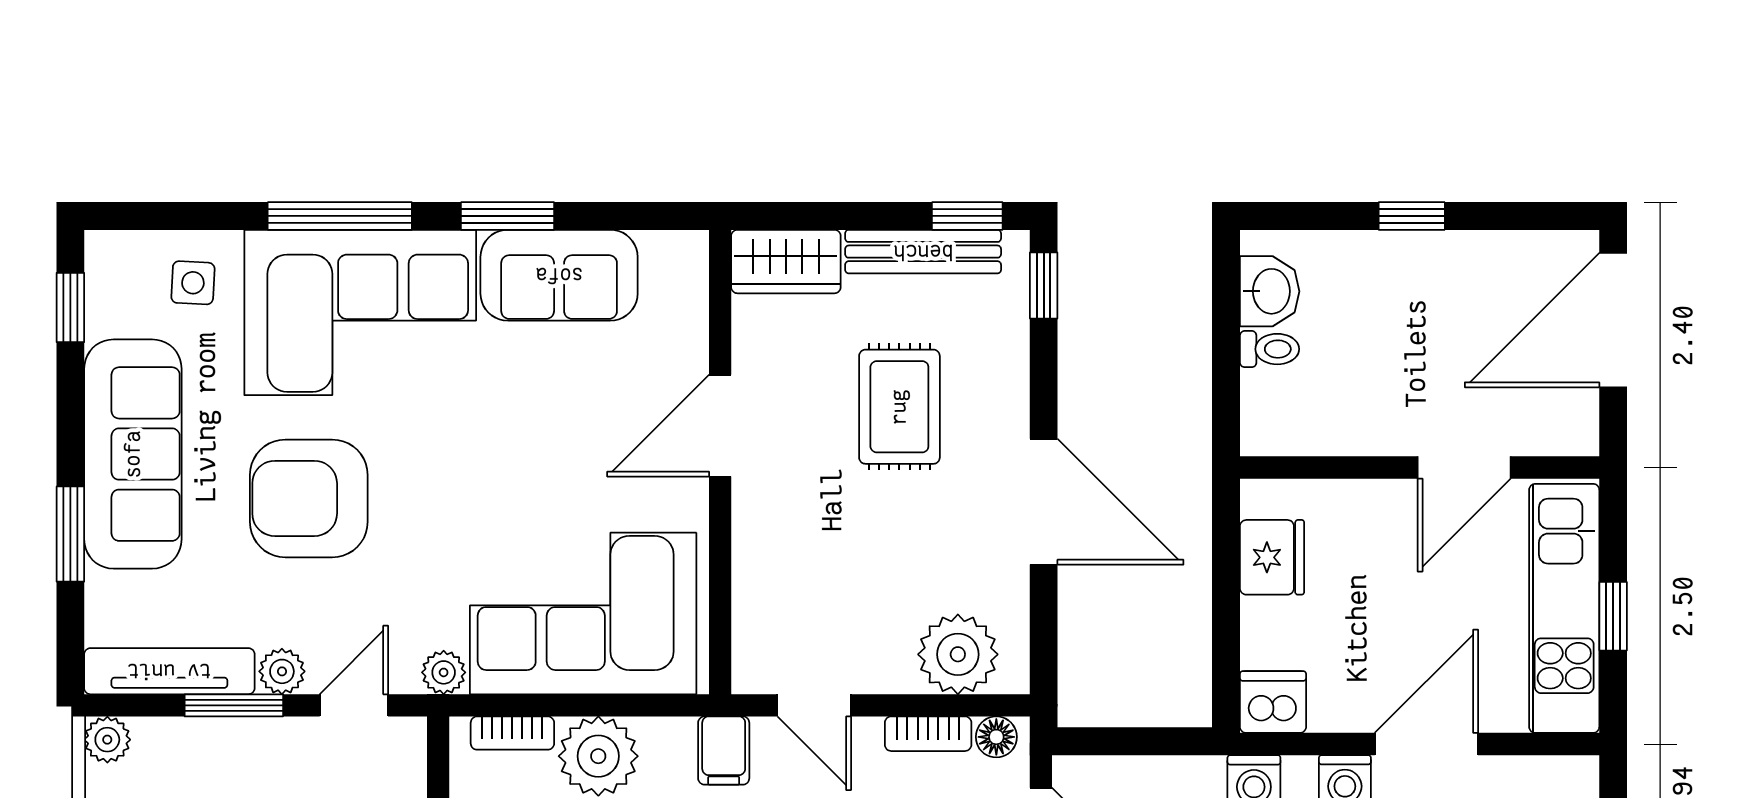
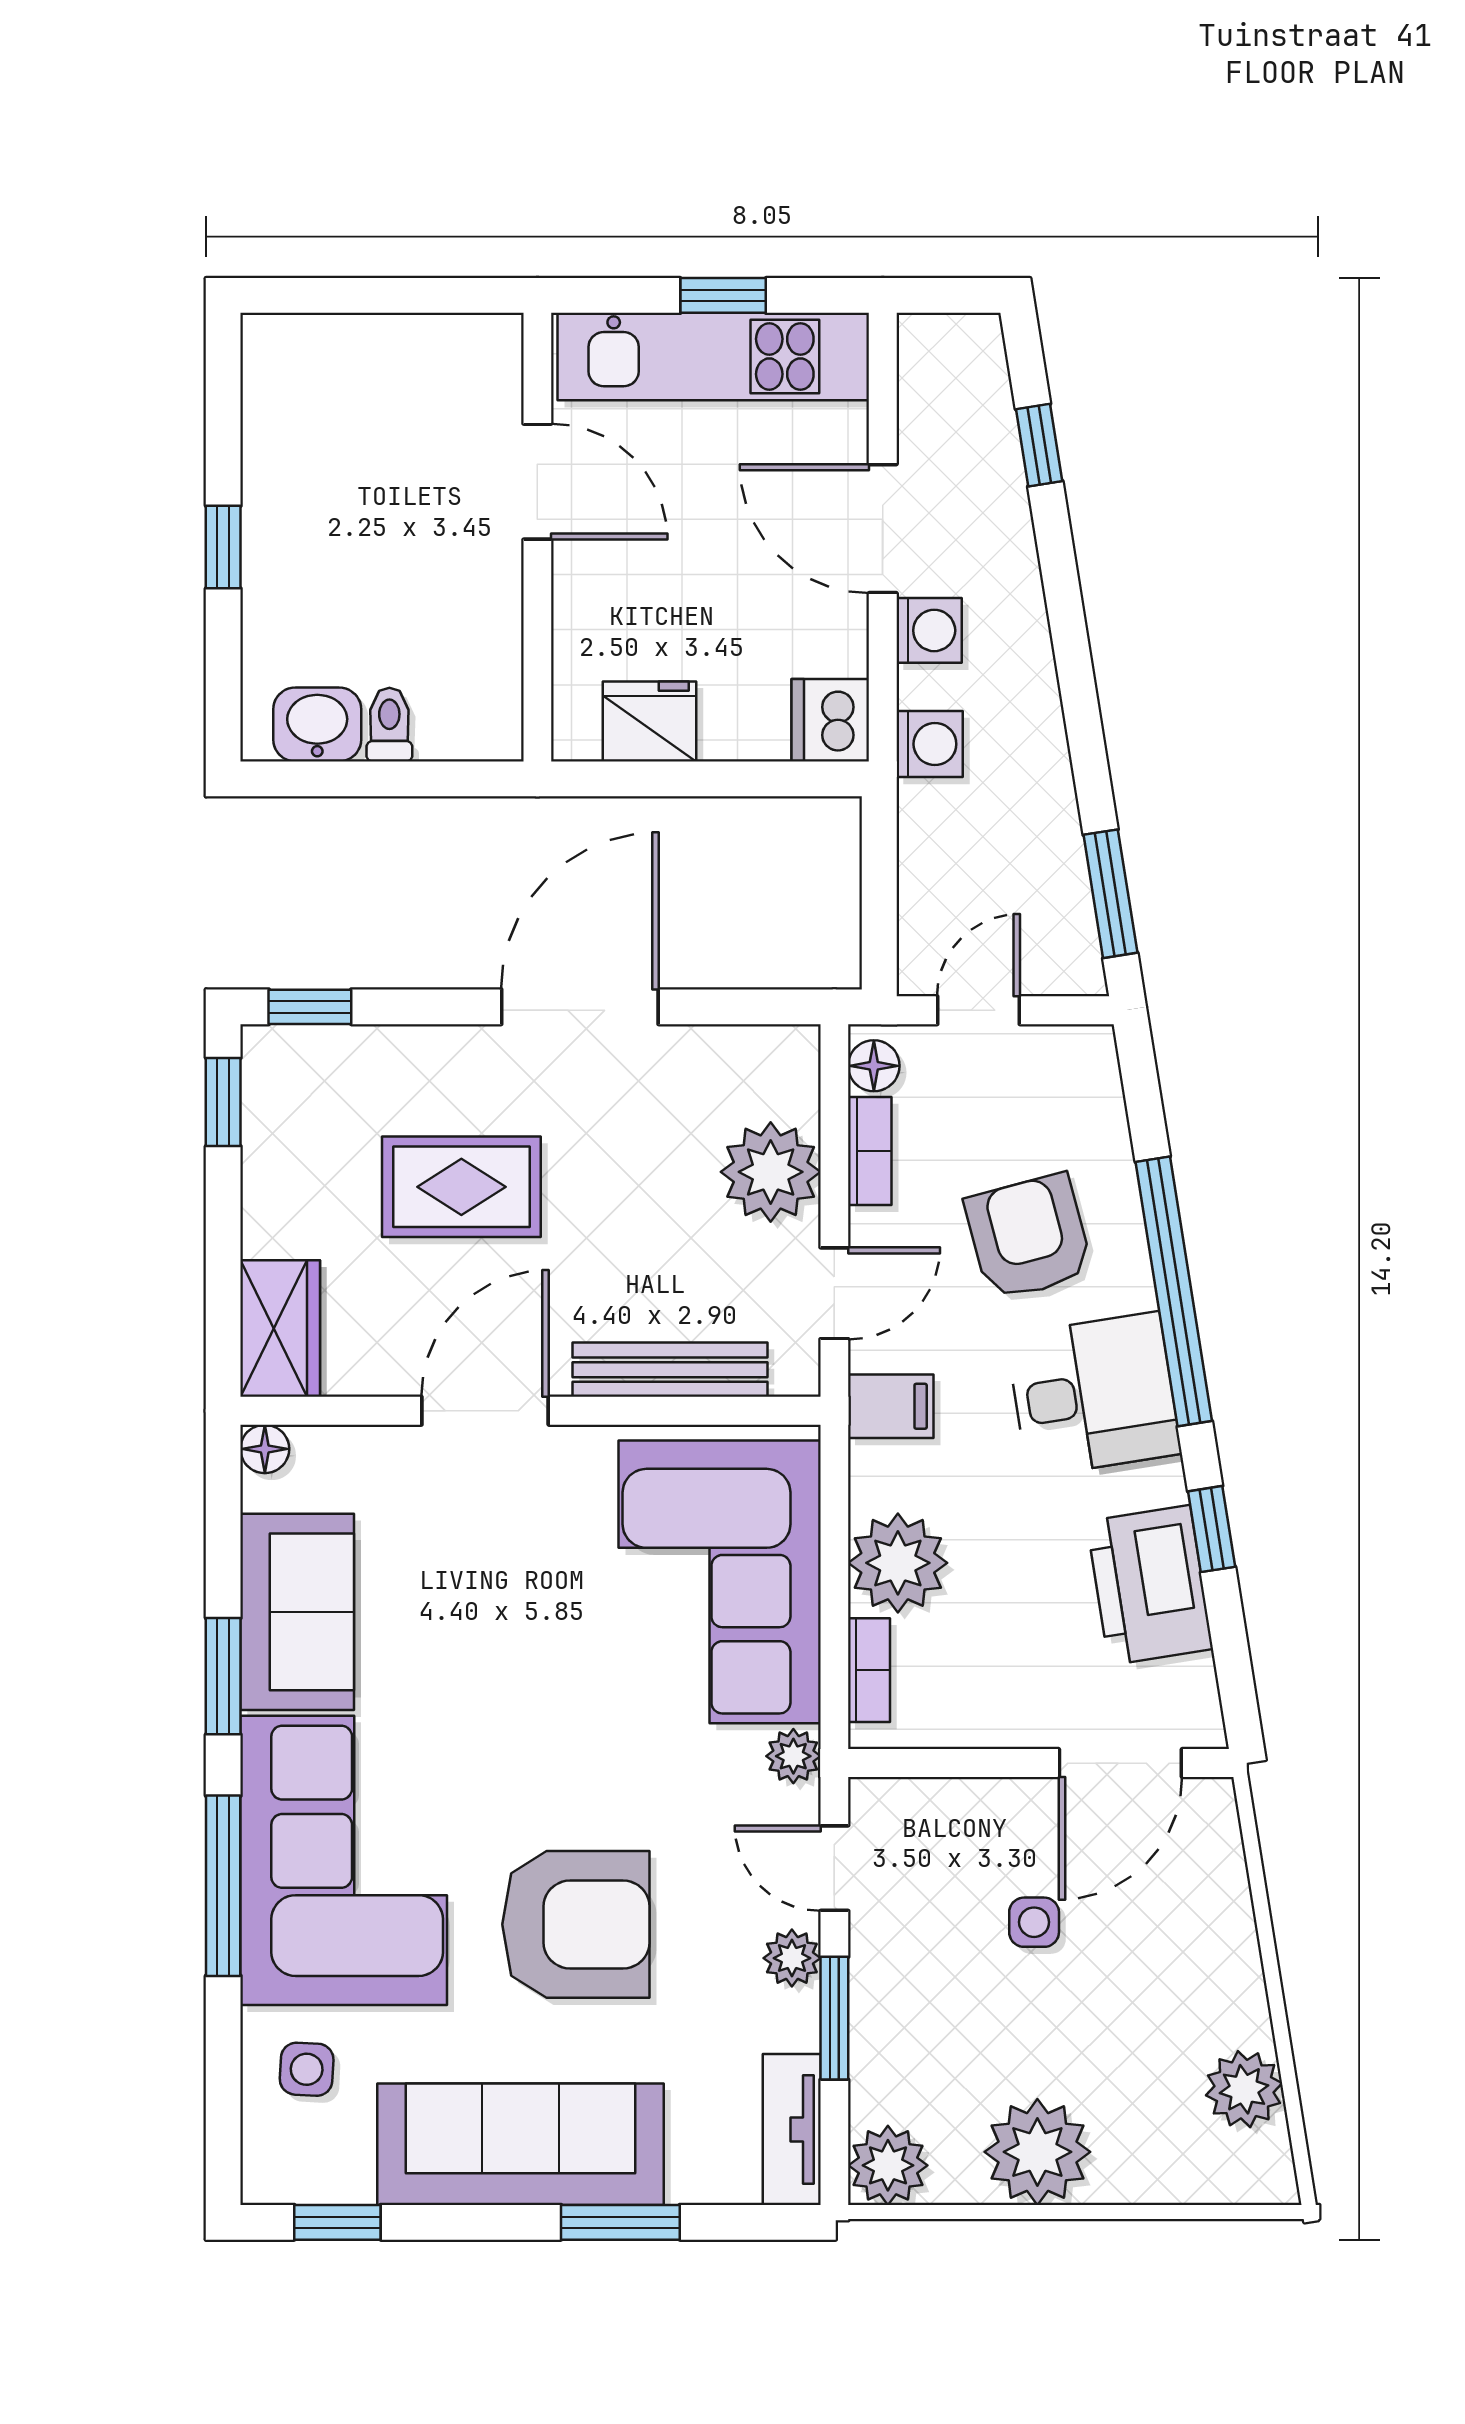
floor lamp: (690, 249) -> (265, 1449), added
bench: (923, 252) -> (670, 1370), moved, turned 90
door: (1613, 320) -> (353, 295), removed
door: (720, 426) -> (485, 1411), swing flipped
armchair: (309, 498) -> (576, 1924), turned -90
plant: (958, 654) -> (771, 1172), moved
tv unit: (169, 671) -> (792, 2129), width x0.71
plant: (107, 740) -> (888, 2165), width x1.38, depth x1.38

